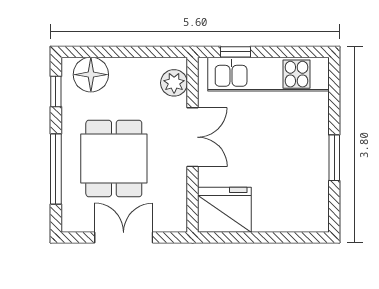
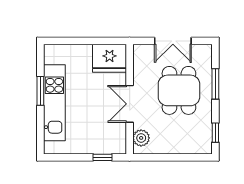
kitchen unit: (269, 74) -> (54, 103), moved, turned 90
floor lamp: (91, 75) -> (193, 143), removed
window: (56, 169) -> (215, 84), width x0.69

